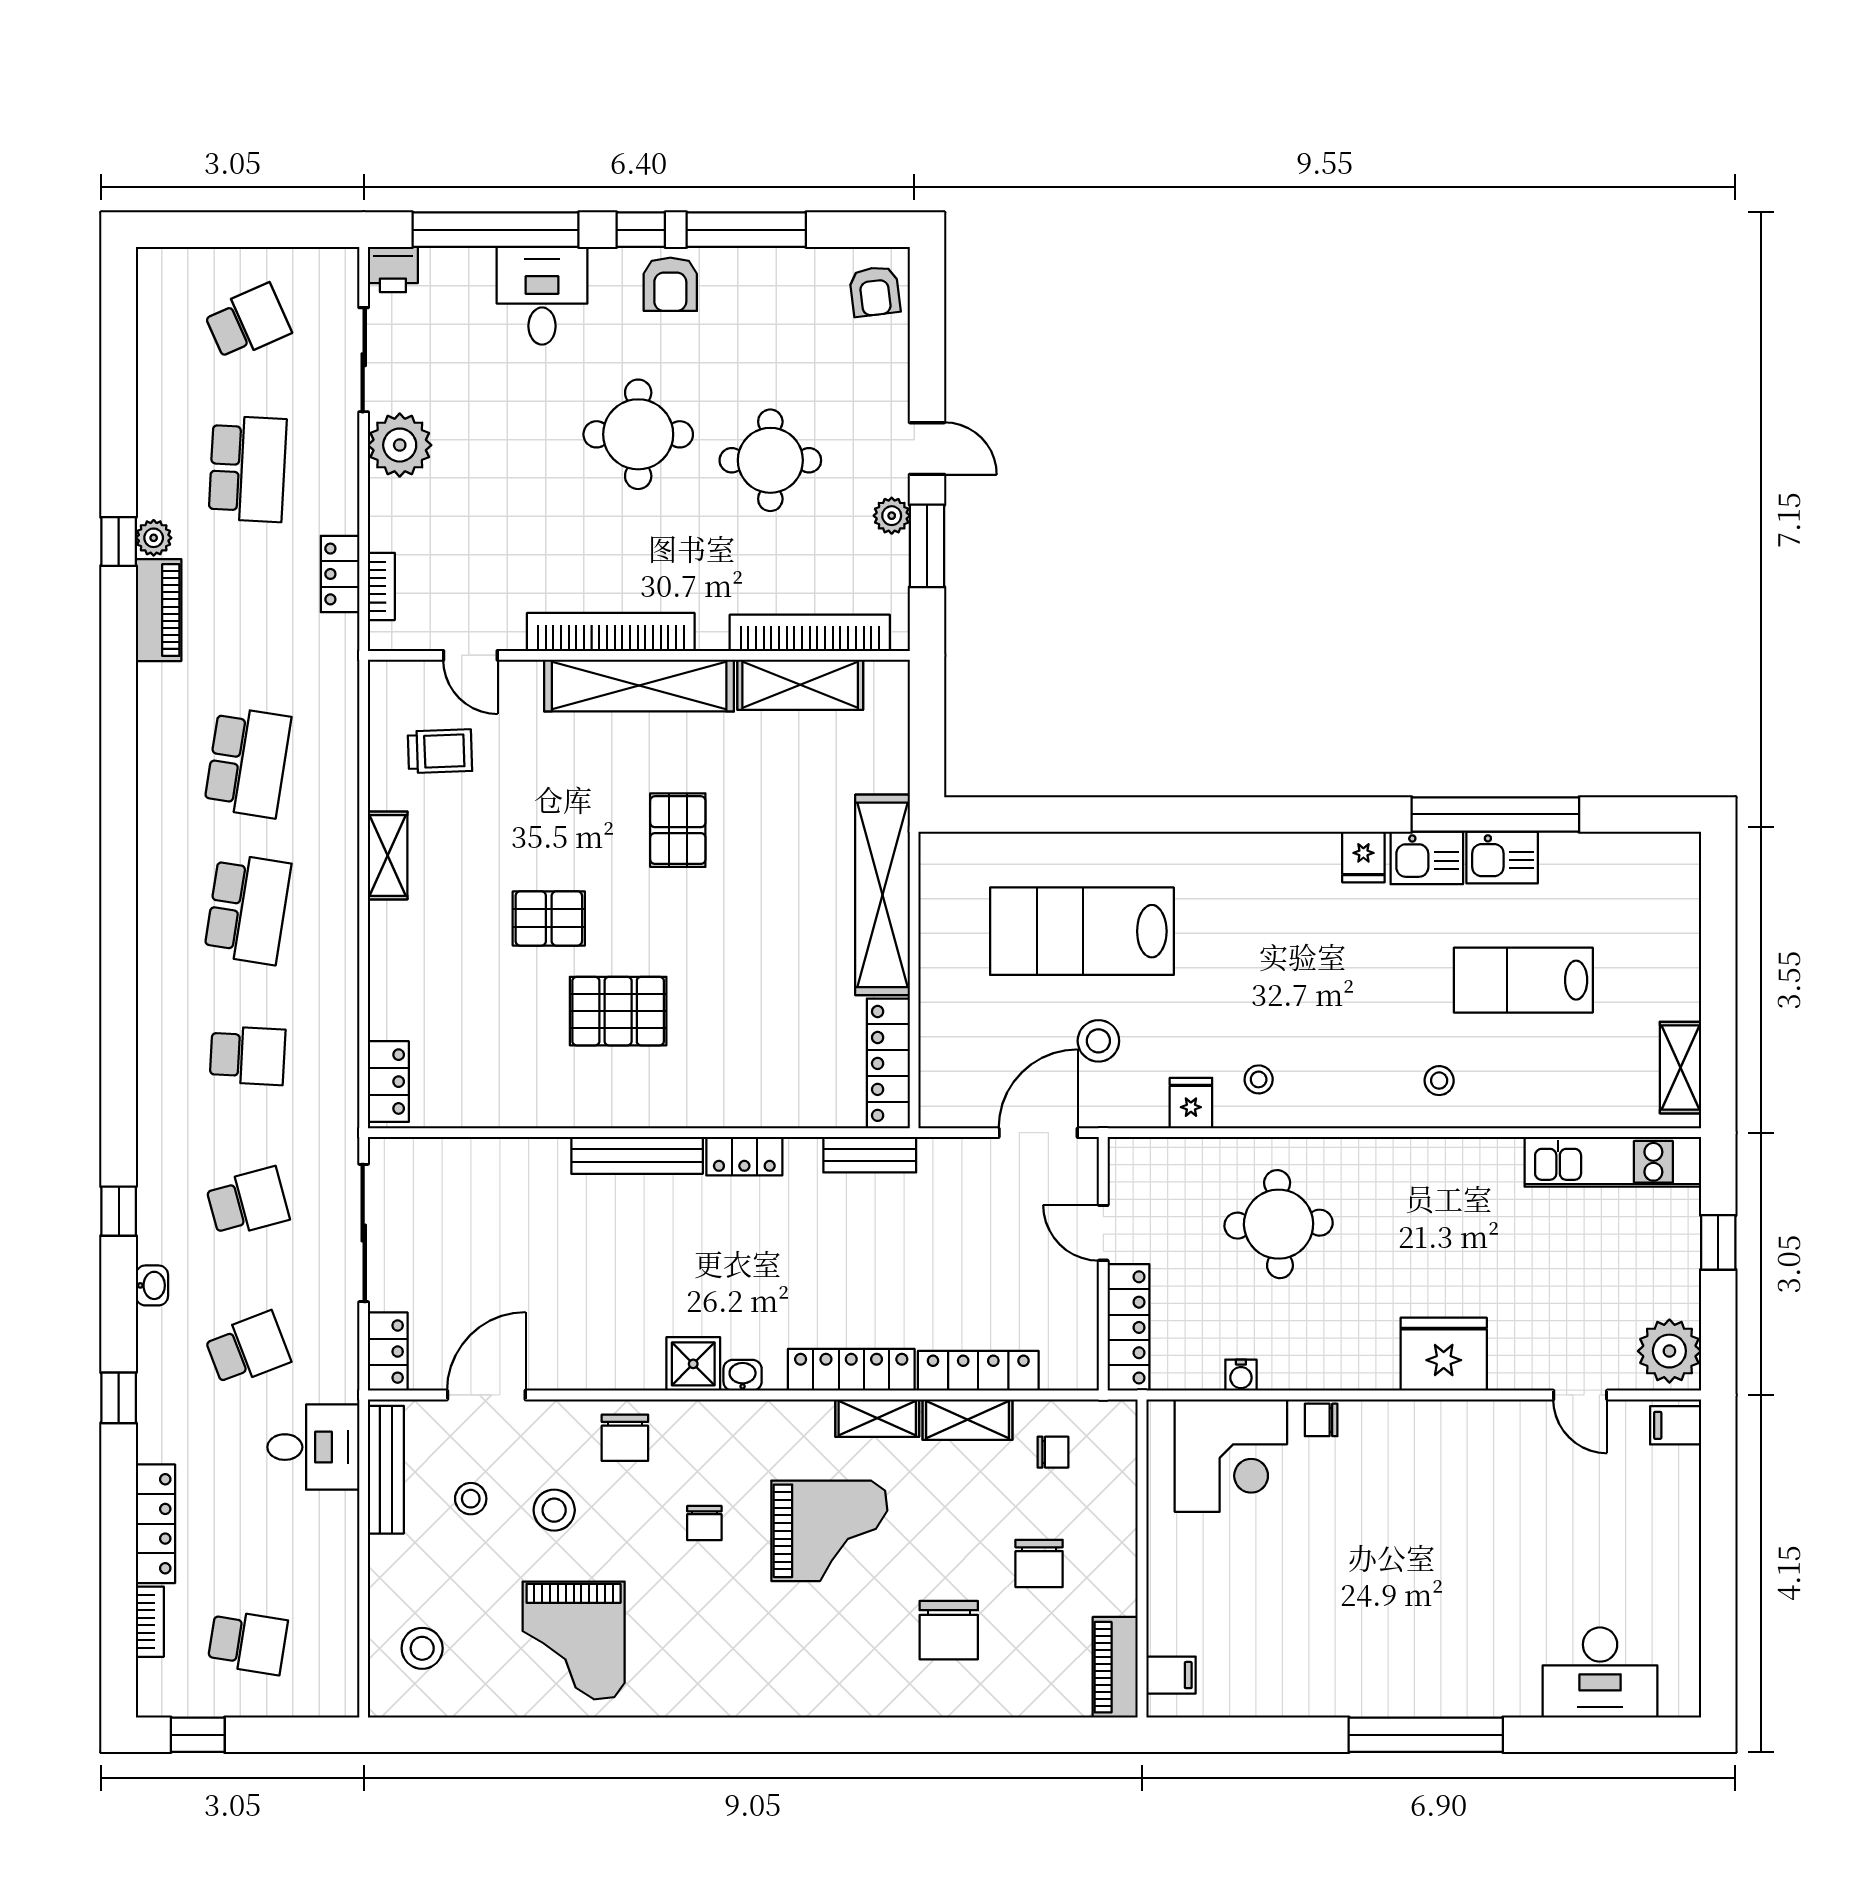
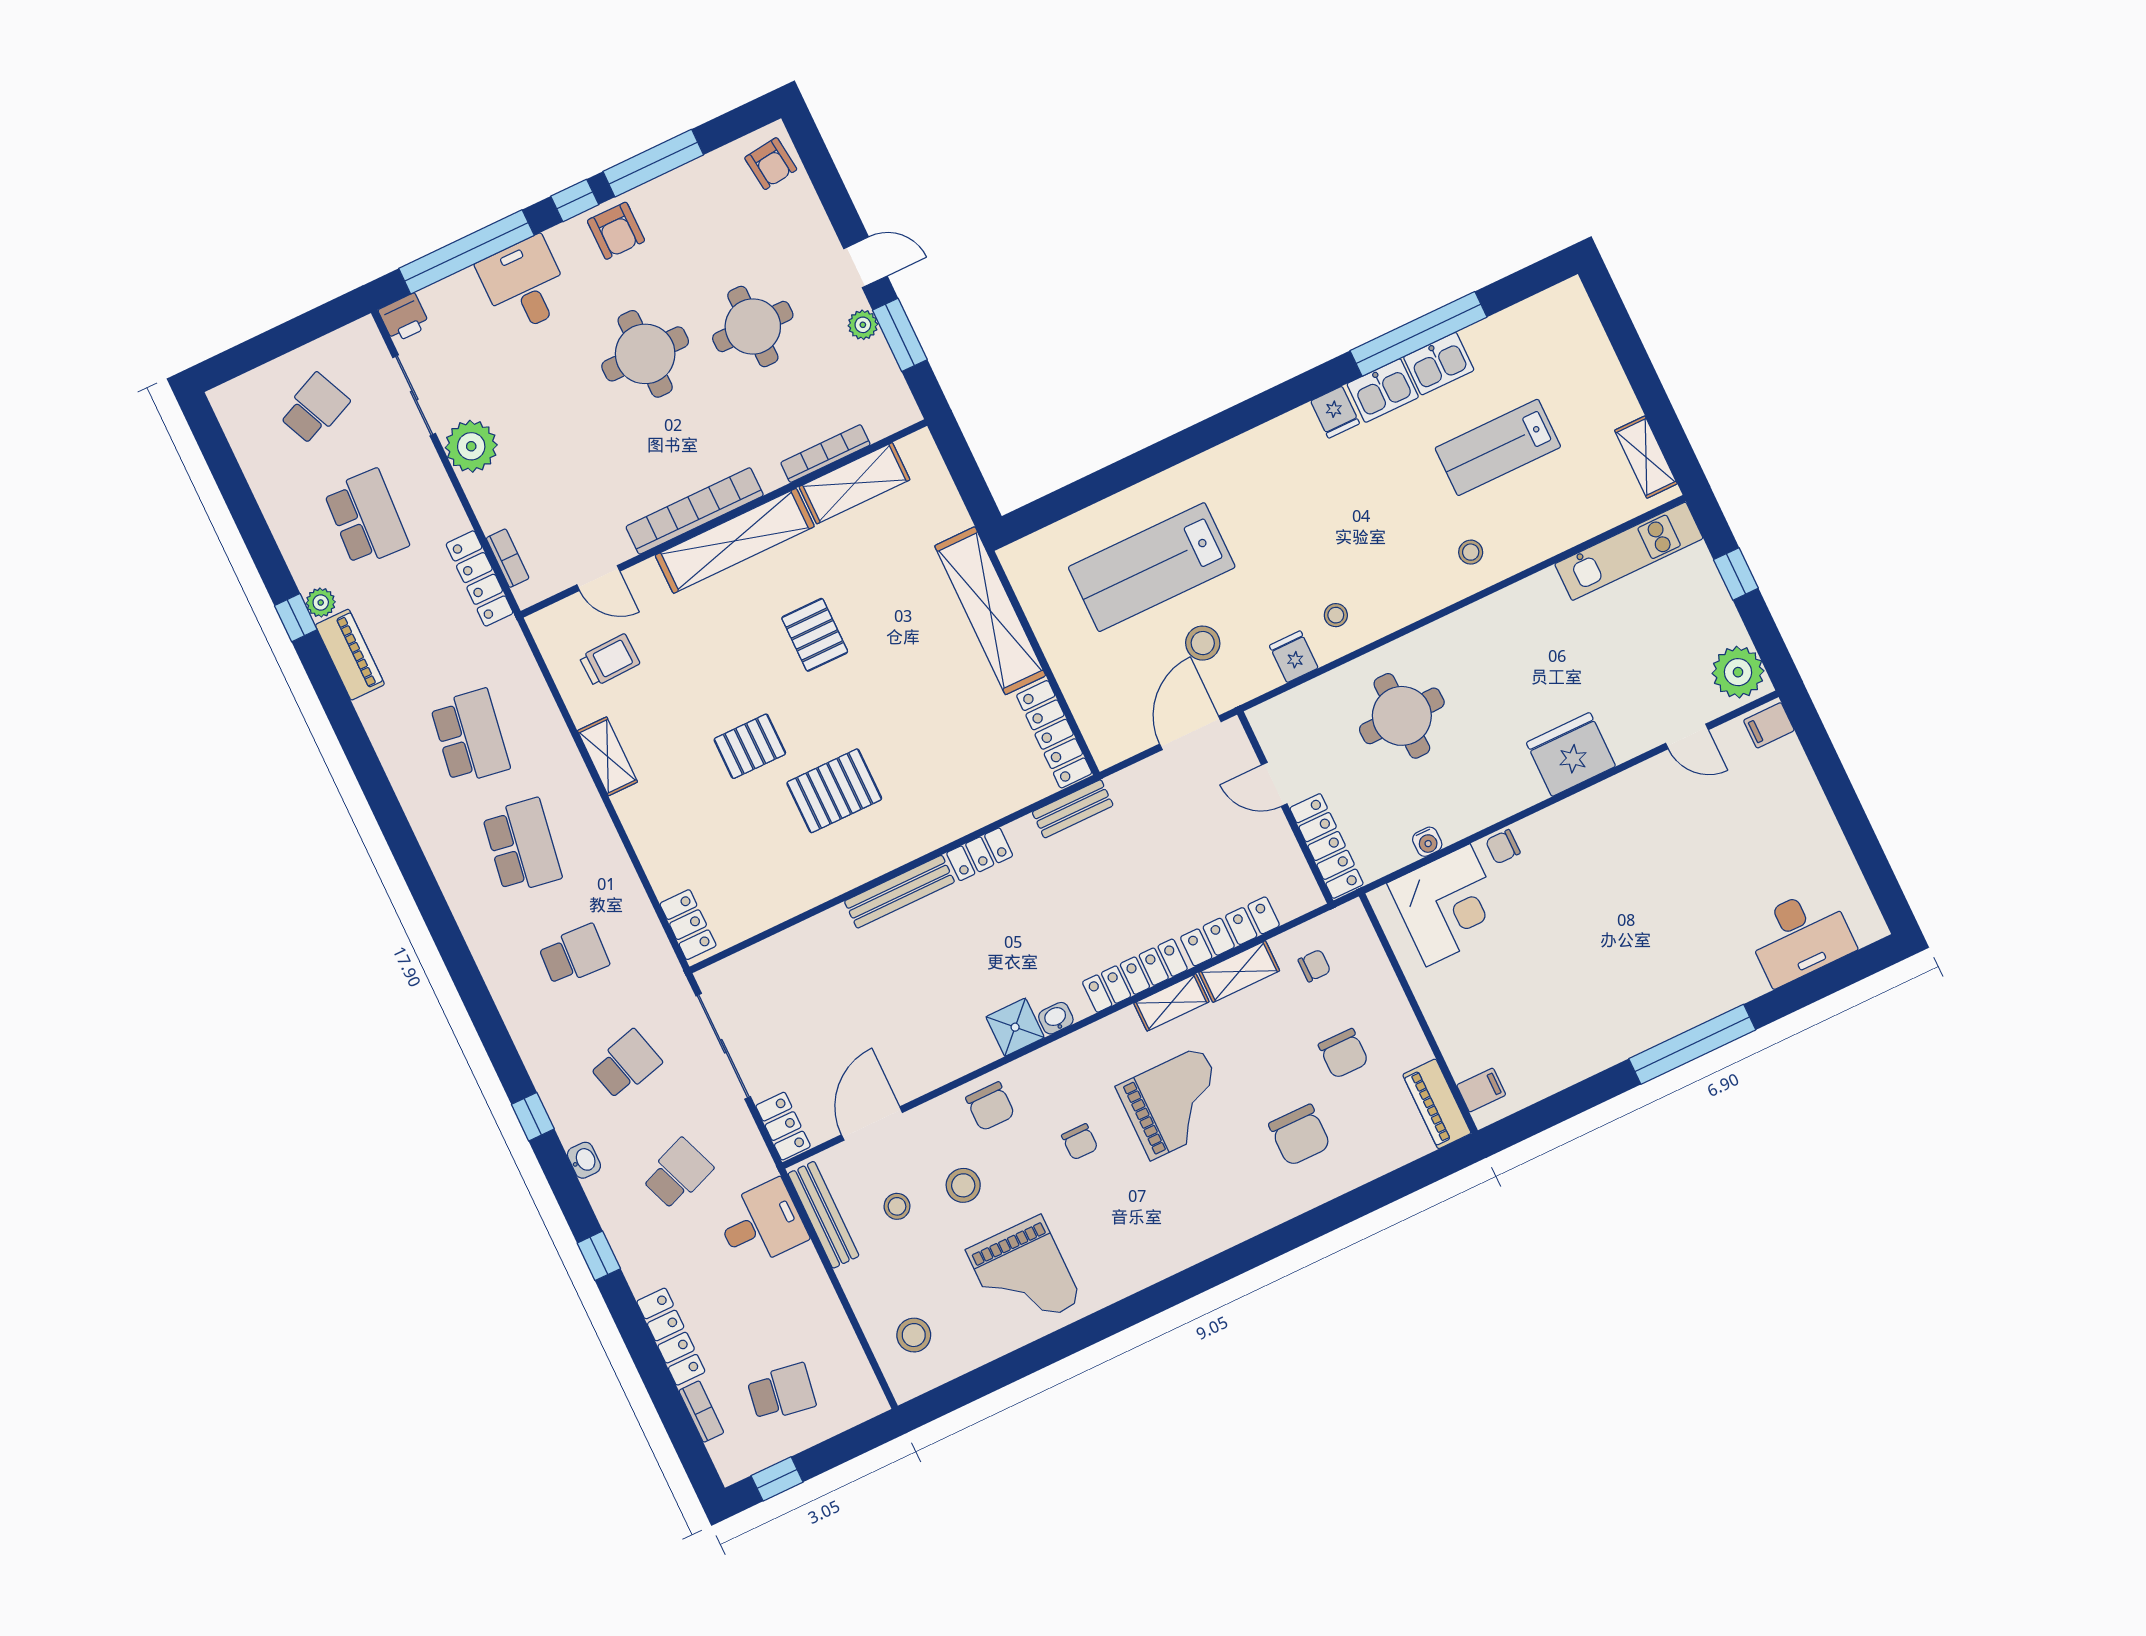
locker: (340, 574) -> (480, 578), width x1.53
bookcase: (810, 633) -> (825, 454), width x0.68, depth x0.76

